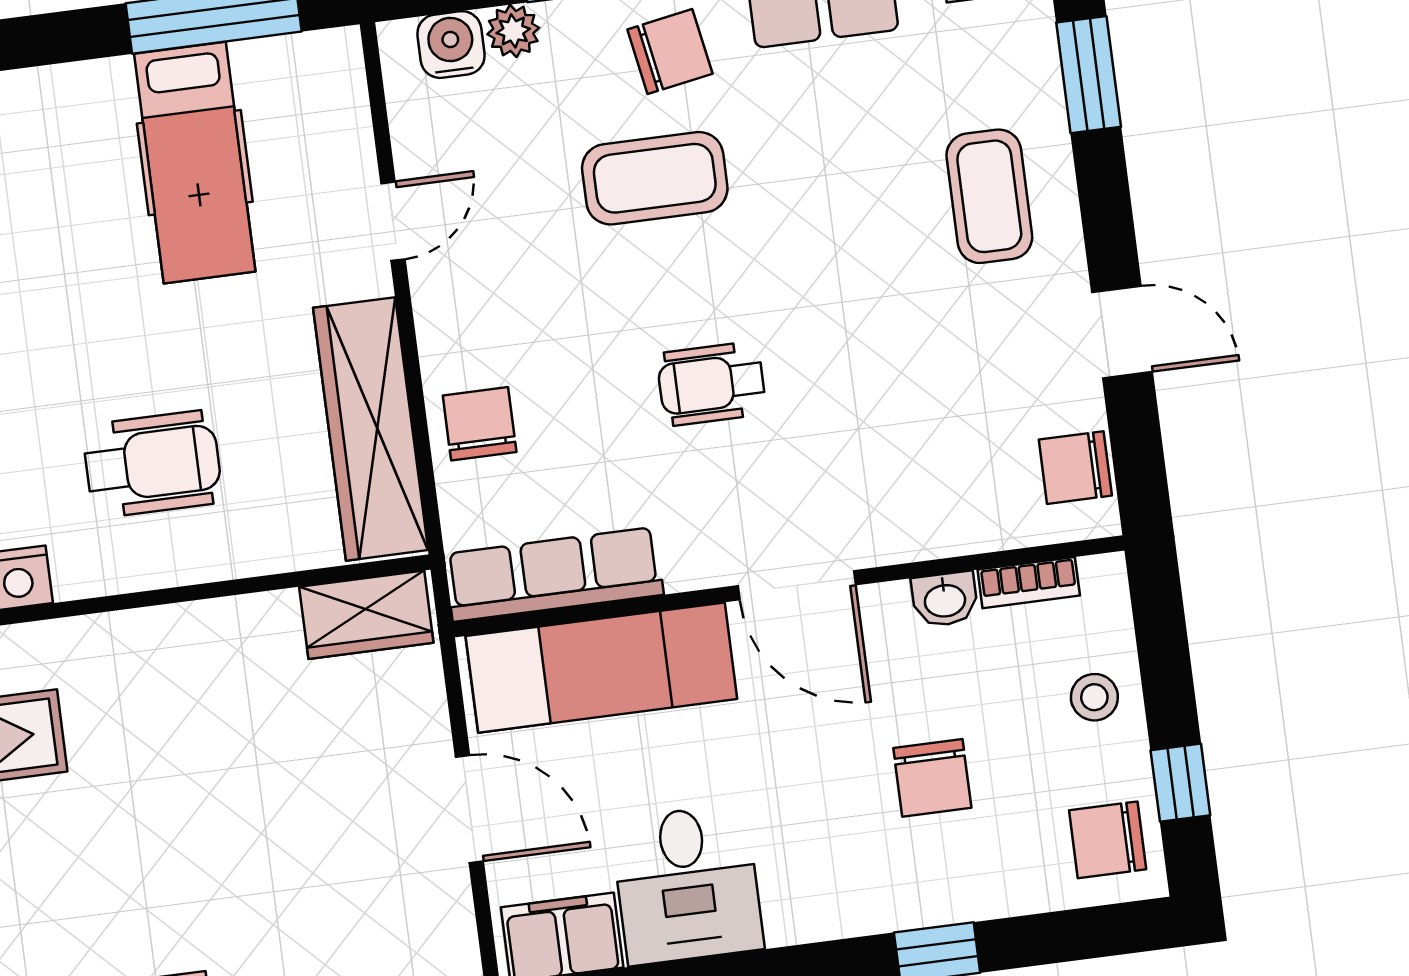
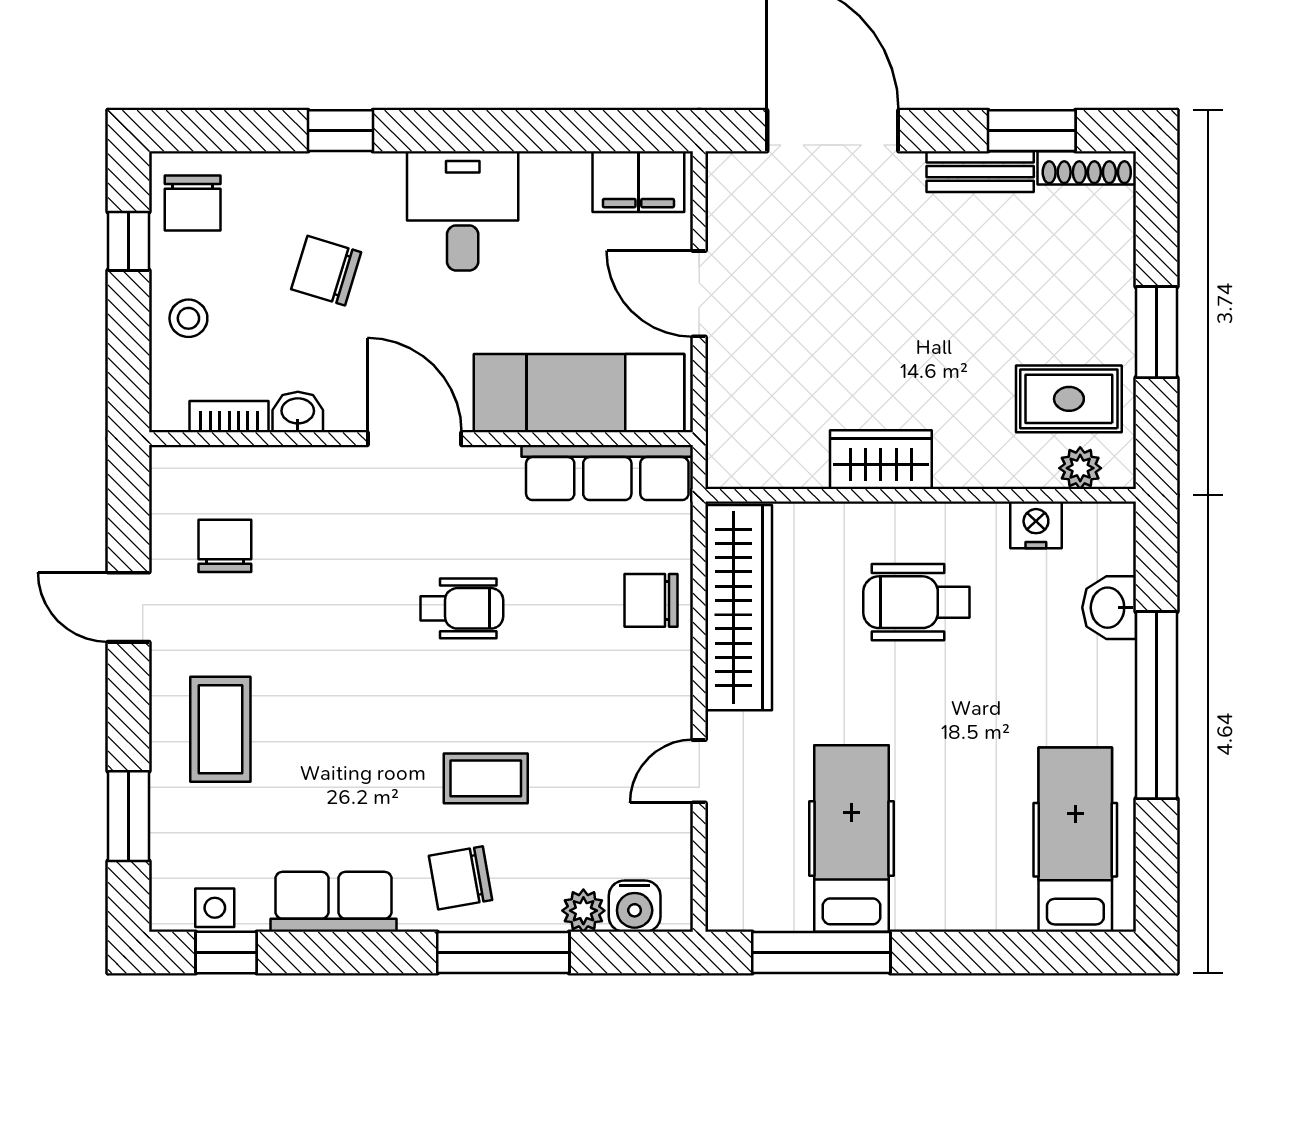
coffee table: (655, 178) -> (486, 778), width x0.73, depth x0.77
chair: (480, 424) -> (651, 600), turned 90
chair: (1075, 468) -> (225, 546), moved, turned -90
wardrobe: (366, 615) -> (881, 460), moved
chair: (932, 778) -> (326, 271), turned -73
chair: (1108, 840) -> (193, 203), turned 90
desk: (687, 885) -> (463, 211), moved

